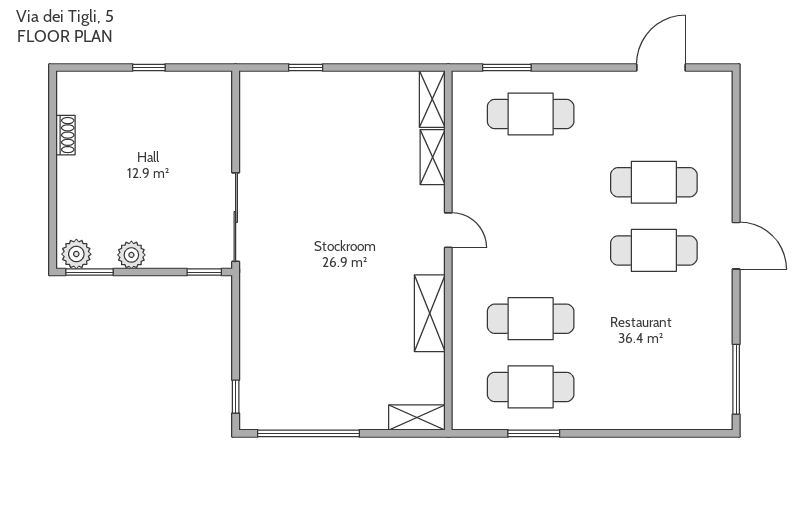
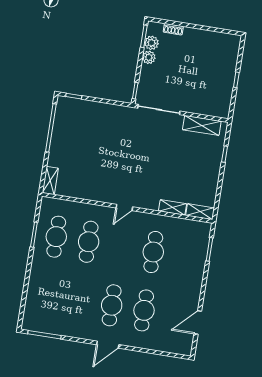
door: (661, 67) -> (198, 322), swing flipped
cafe table: (531, 114) -> (153, 252), moved
shoe rack: (65, 135) -> (173, 29), moved
door: (448, 230) -> (124, 207), moved
plant: (76, 254) -> (152, 43), moved
shelving: (430, 313) -> (202, 125), moved

